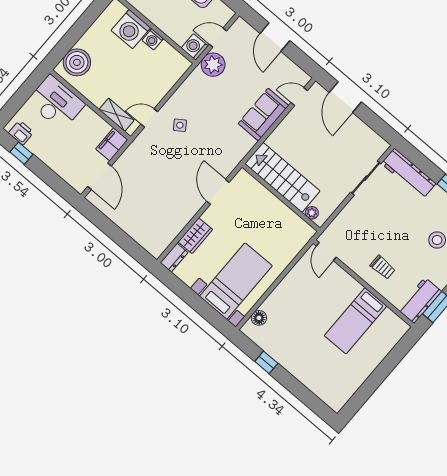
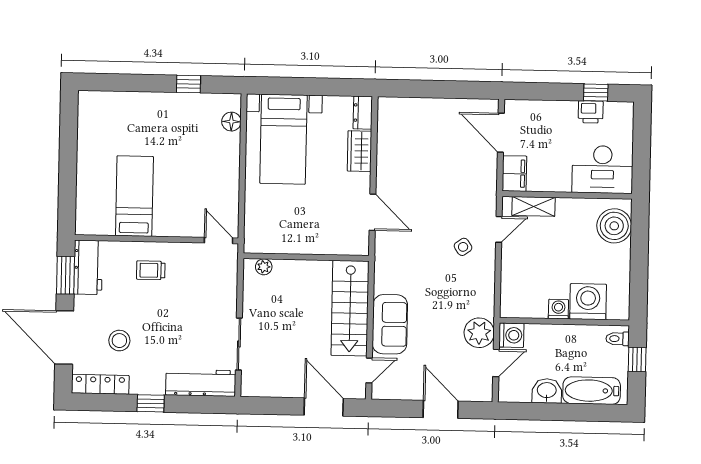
printer: (21, 133) -> (591, 112), moved
stairs: (282, 177) -> (350, 308), moved, turned 90

